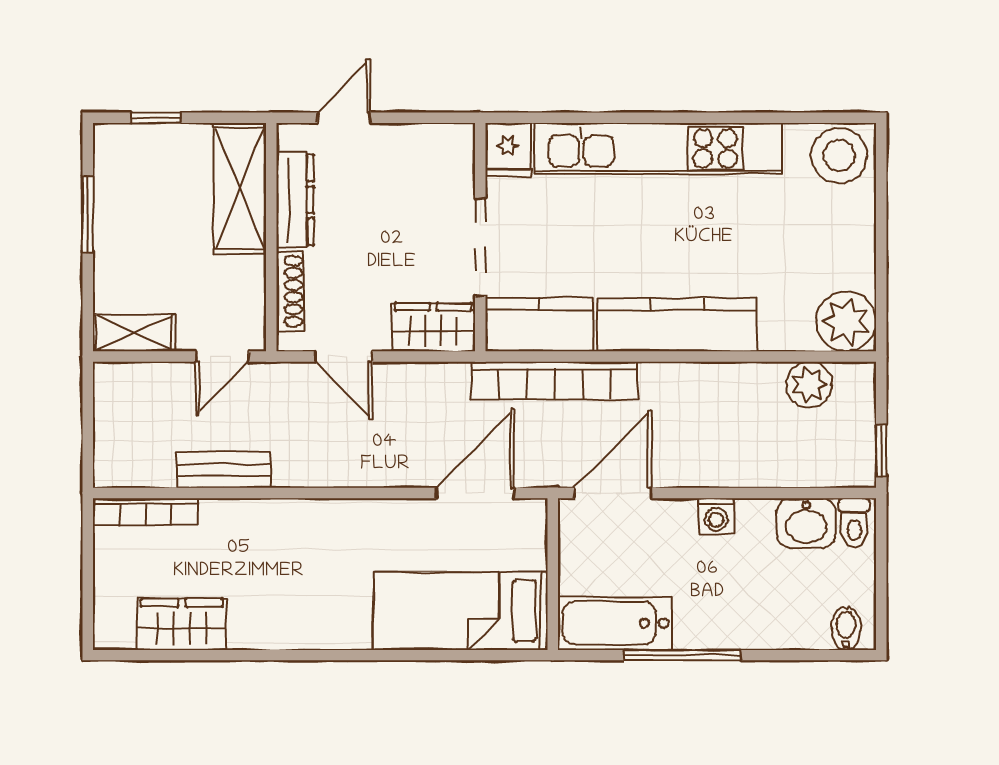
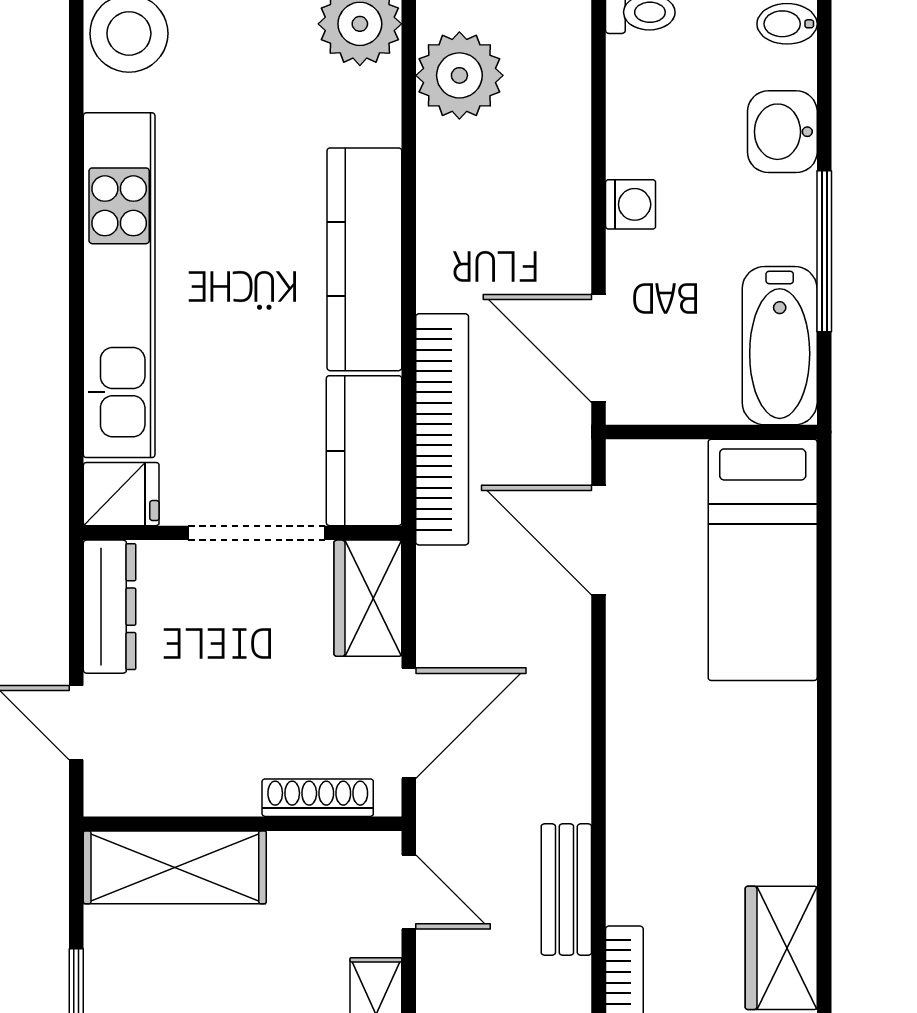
dresser: (295, 200) -> (110, 607), moved, turned 90
door: (343, 357) -> (409, 723), width x1.38
plant: (809, 385) -> (459, 75), width x1.36, depth x1.36
washbasin: (806, 523) -> (782, 132), moved, turned 180

